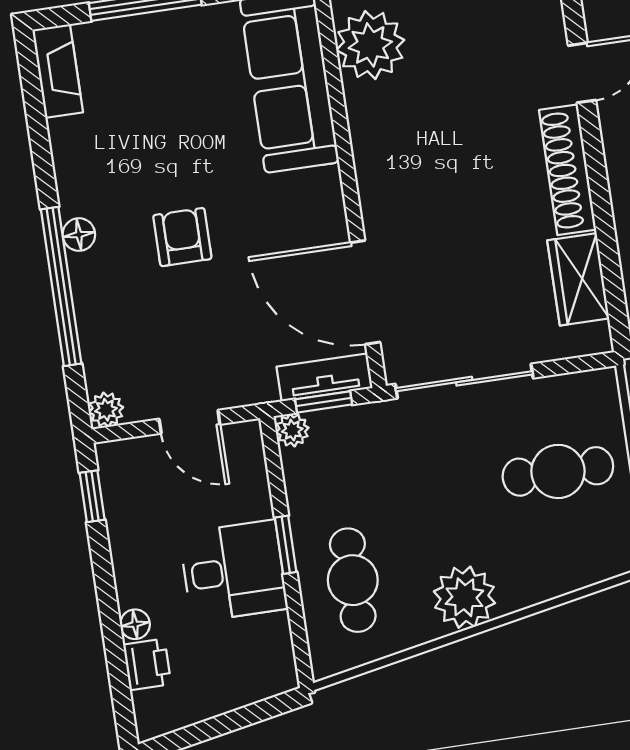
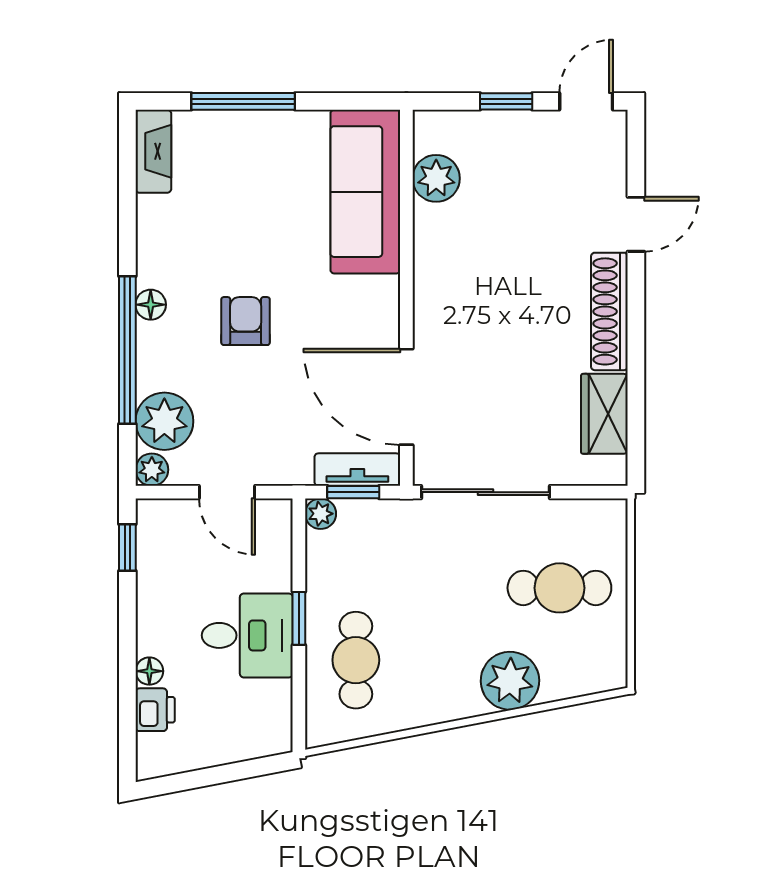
plant: (370, 45) -> (436, 178), width x0.73, depth x0.73
plant: (112, 356) -> (164, 421), added
plant: (464, 597) -> (510, 681), moved

